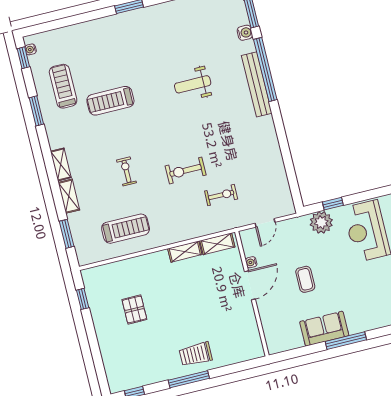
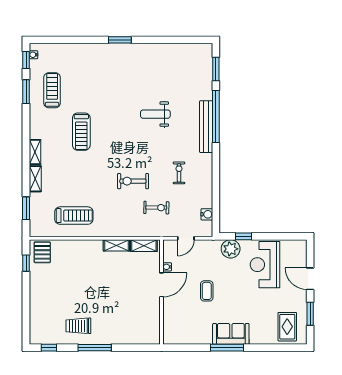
water cooler: (245, 33) -> (207, 214), moved
treadmill: (110, 101) -> (81, 132), moved, turned -90
window: (36, 111) -> (26, 92), moved
exercise bike: (126, 171) -> (179, 173), moved
pallet: (134, 310) -> (42, 252), moved
sofa: (324, 329) -> (231, 334), moved
trolley: (196, 354) -> (78, 326), moved

